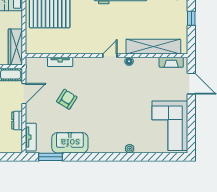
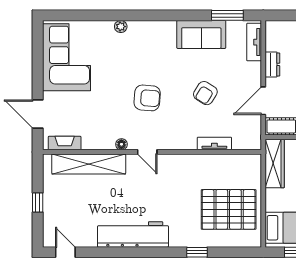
door: (110, 56) -> (147, 152), hinge flipped
armchair: (110, 96) -> (147, 98), added

